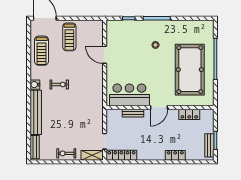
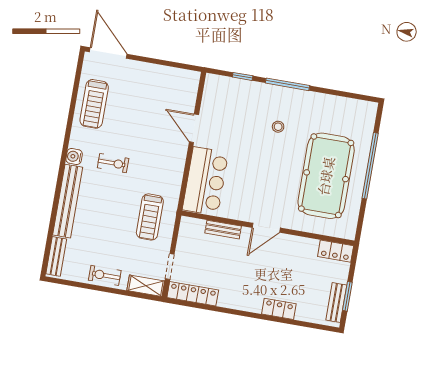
treadmill: (69, 37) -> (150, 217), moved
bar counter: (129, 95) -> (205, 181), moved, turned 90
locker: (189, 114) -> (336, 251), moved

